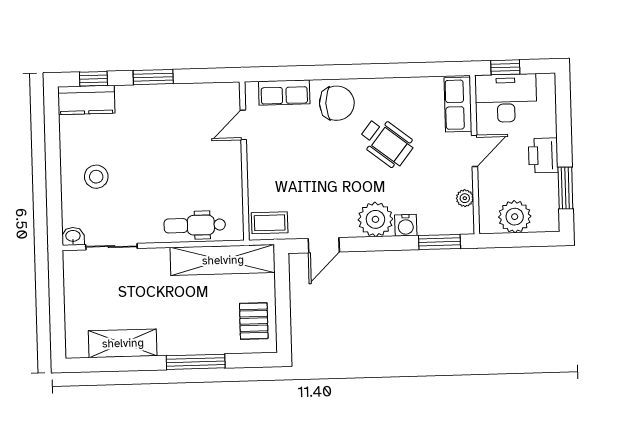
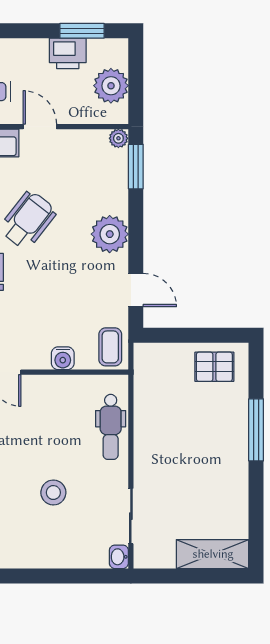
printer: (543, 155) -> (68, 53), moved
stool: (96, 177) -> (53, 493), moved
plant: (465, 198) -> (118, 138), moved
water cooler: (406, 225) -> (63, 358), moved, turned 90
shelving: (223, 260) -> (148, 398), removed
shelving: (123, 343) -> (213, 554), moved, turned 90

